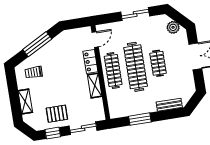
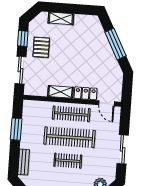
trolley: (34, 72) -> (88, 34), removed

